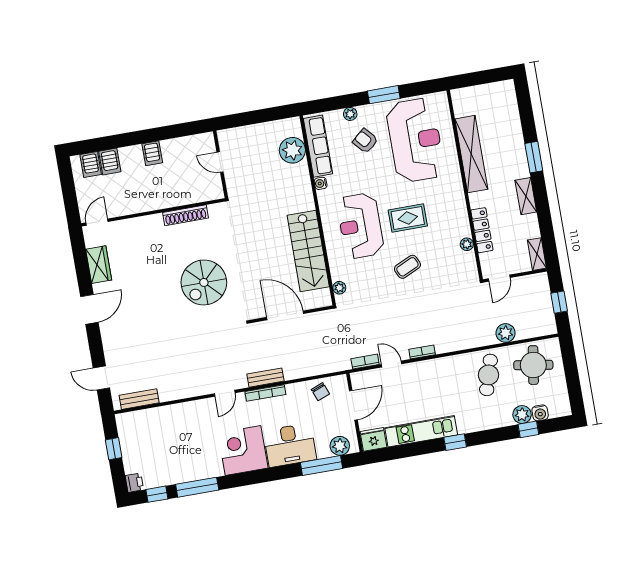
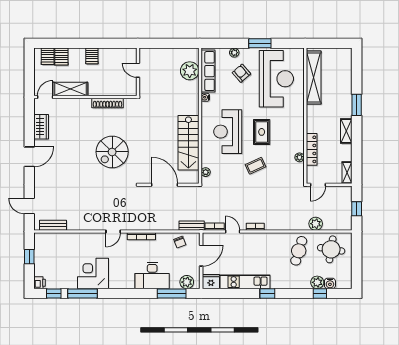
shelving: (471, 154) -> (314, 77), moved
shelving: (130, 205) -> (70, 89), added
rug: (408, 218) -> (262, 132), turned 90
bench: (265, 378) -> (192, 226), moved
corner desk: (243, 450) -> (93, 273), moved

